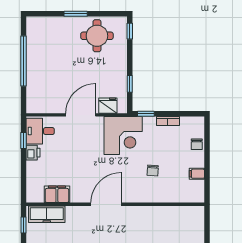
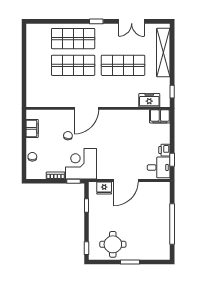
corner desk: (123, 136) -> (81, 164), moved
filing cabinet: (197, 174) -> (32, 128), width x2.00
filing cabinet: (57, 194) -> (160, 116), moved
door: (106, 204) -> (86, 108), moved
freezer: (47, 214) -> (149, 100), width x0.71

